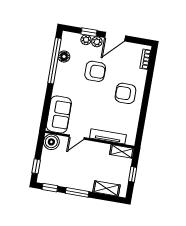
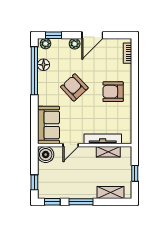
window: (89, 32) -> (54, 35), moved
plant: (86, 40) -> (45, 44), moved
armchair: (95, 71) -> (74, 87), moved, turned -133
shelving: (122, 151) -> (108, 152), moved

